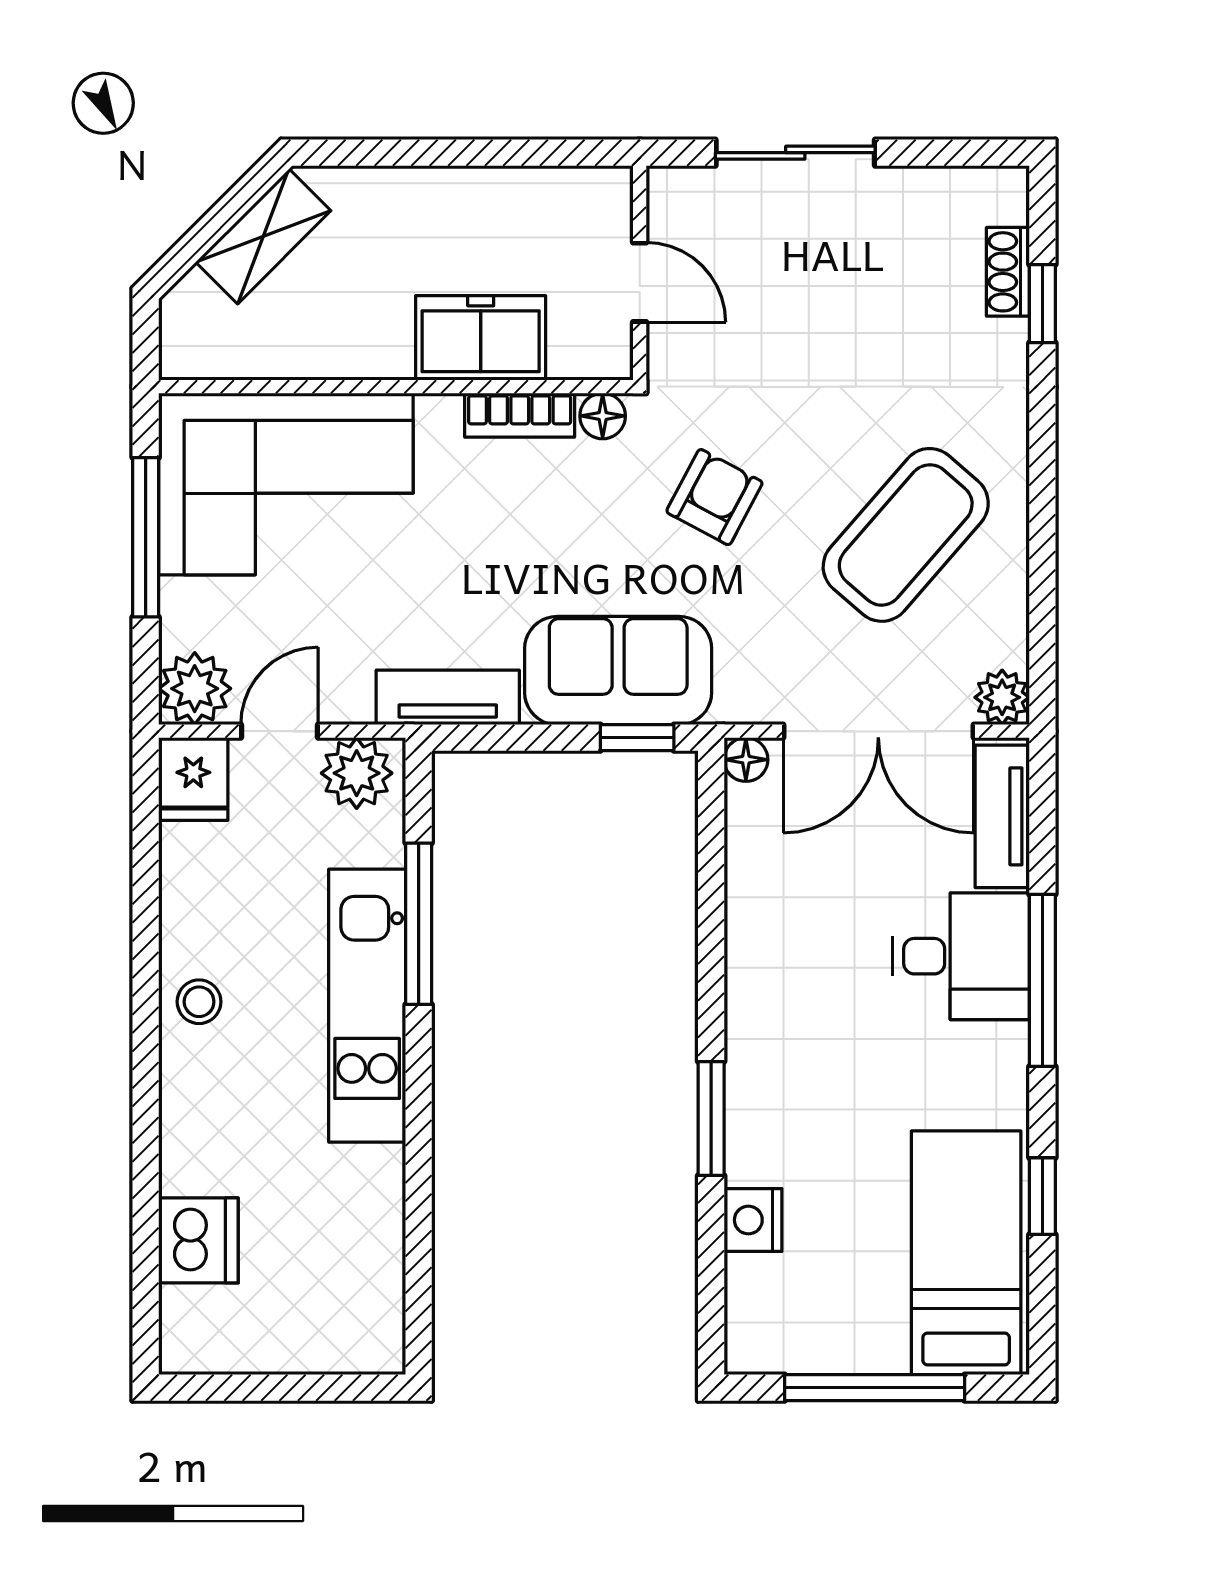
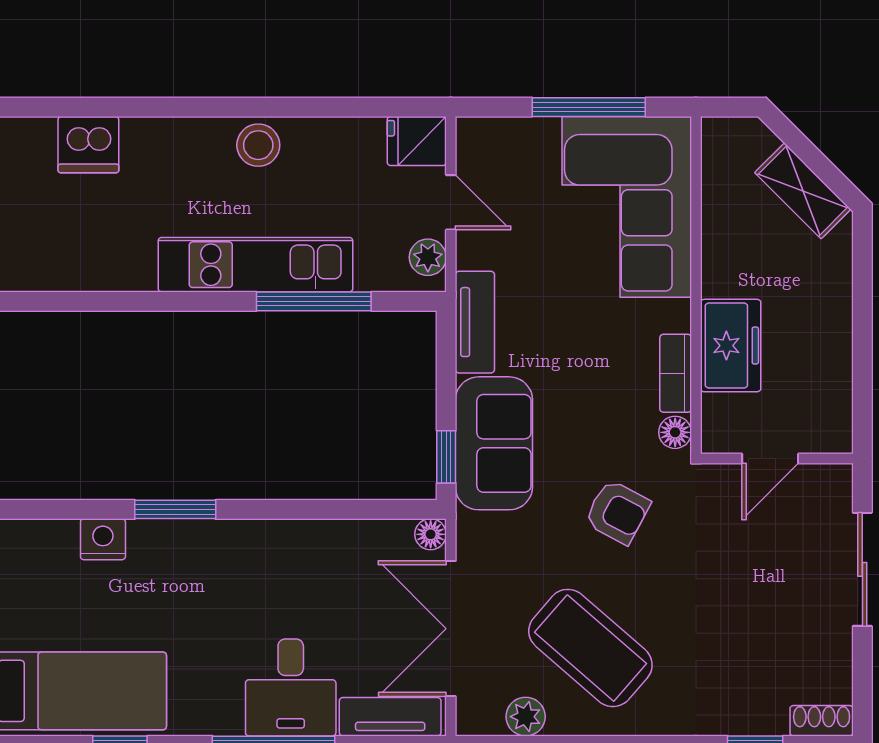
shoe rack: (1008, 272) -> (822, 721), moved
plant: (195, 689) -> (481, 142), removed
plant: (1002, 697) -> (526, 717), moved
plant: (357, 773) -> (428, 257), width x0.73, depth x0.73
stool: (199, 1002) -> (258, 145), width x1.37, depth x1.37

